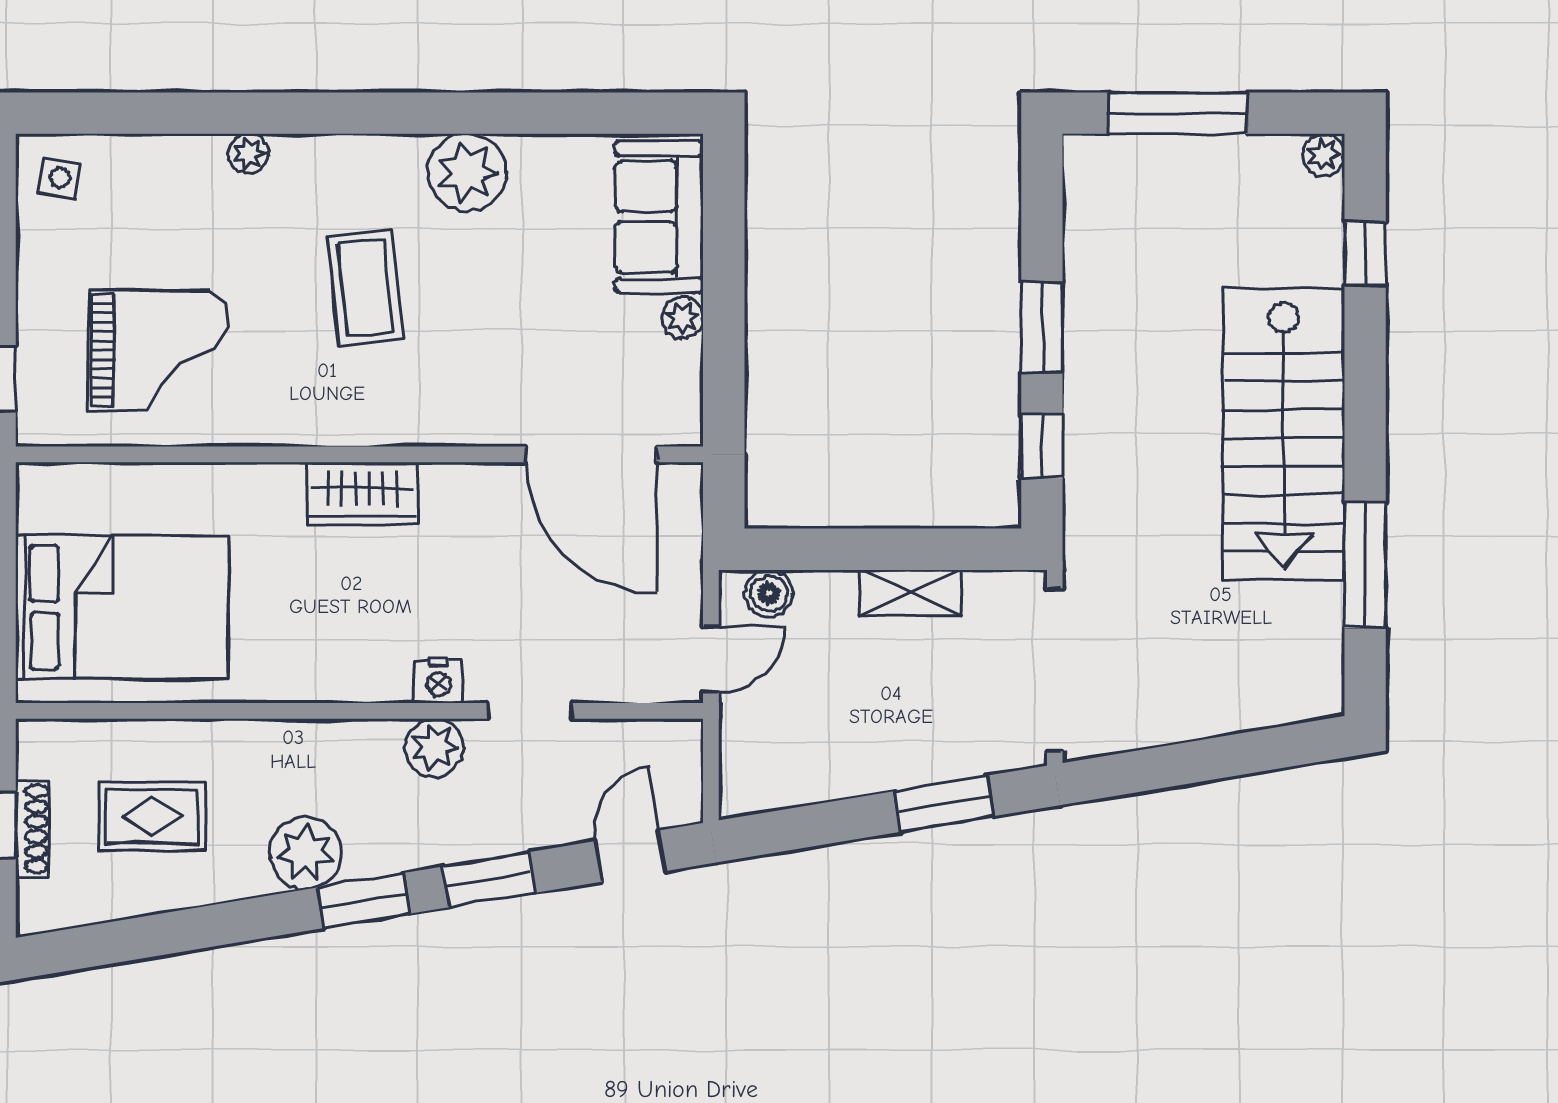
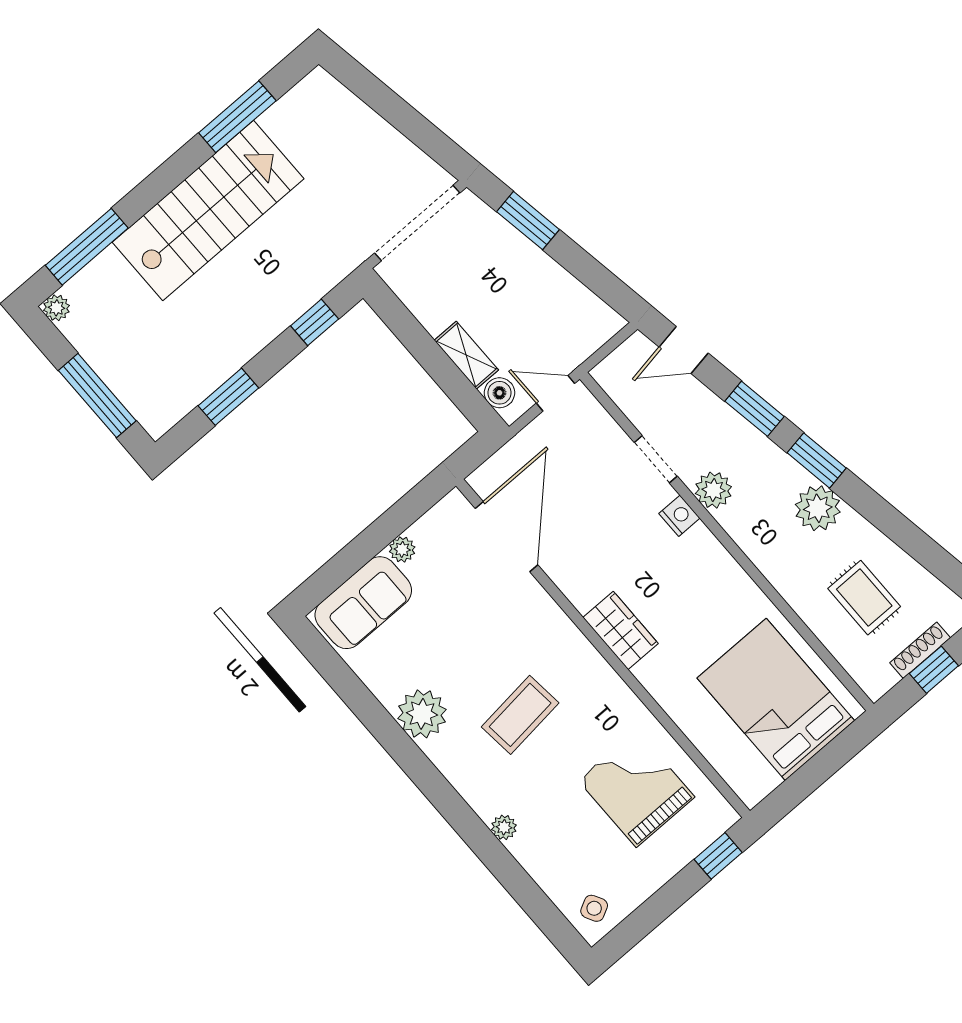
side table: (60, 178) -> (594, 908), turned -38
window: (1365, 253) -> (87, 247), width x2.17
window: (1042, 327) -> (228, 397), moved
shelving: (911, 593) -> (466, 355), moved

